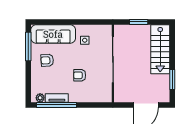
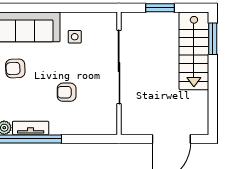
window: (172, 80) -> (213, 39), moved

